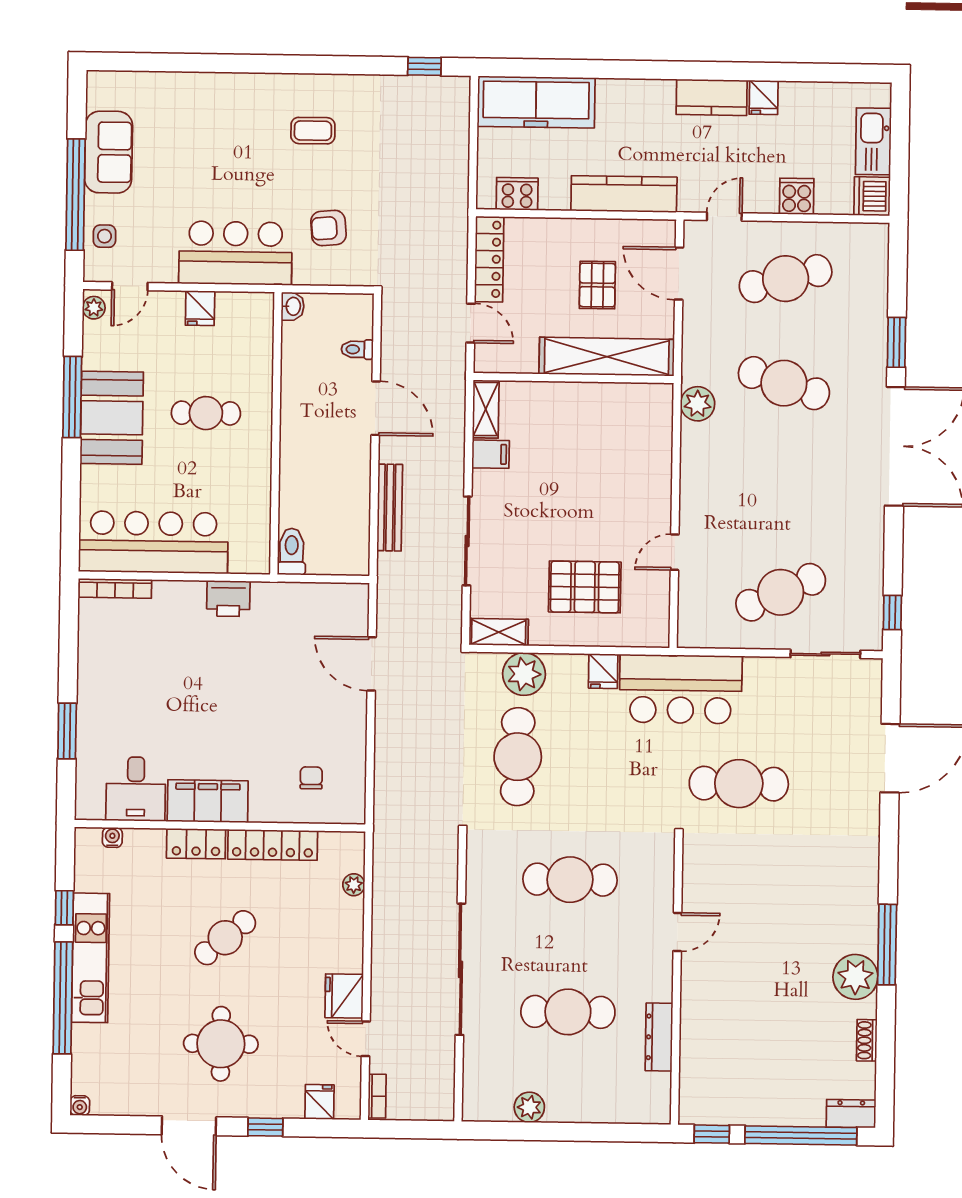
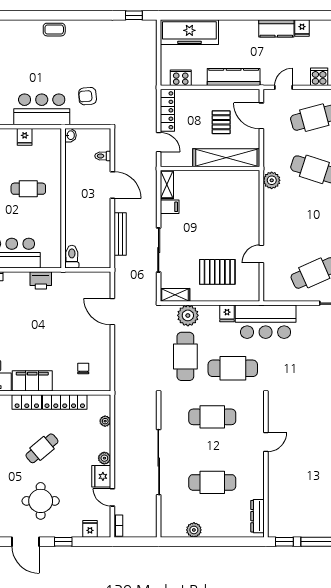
coffee table: (313, 131) -> (54, 30), moved
cafe table: (739, 784) -> (233, 368), moved
plant: (351, 959) -> (104, 458), added
dresser: (659, 1037) -> (258, 516), moved

